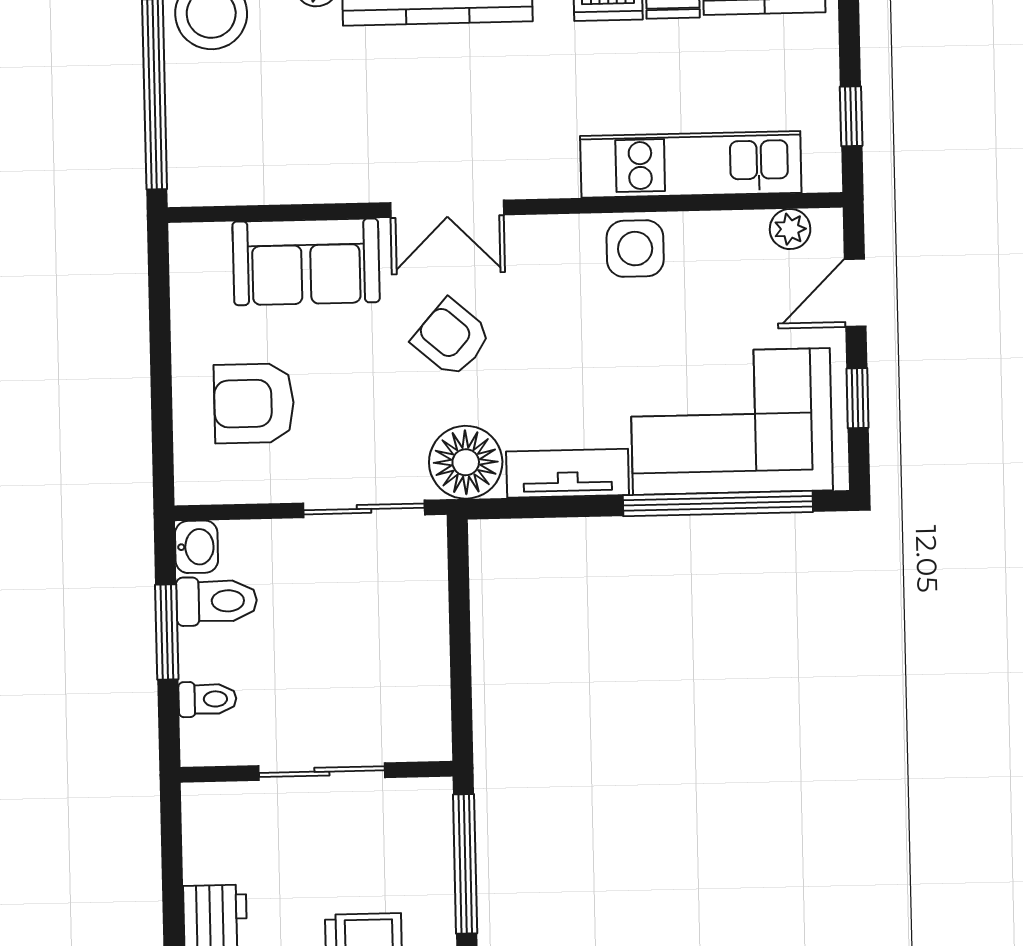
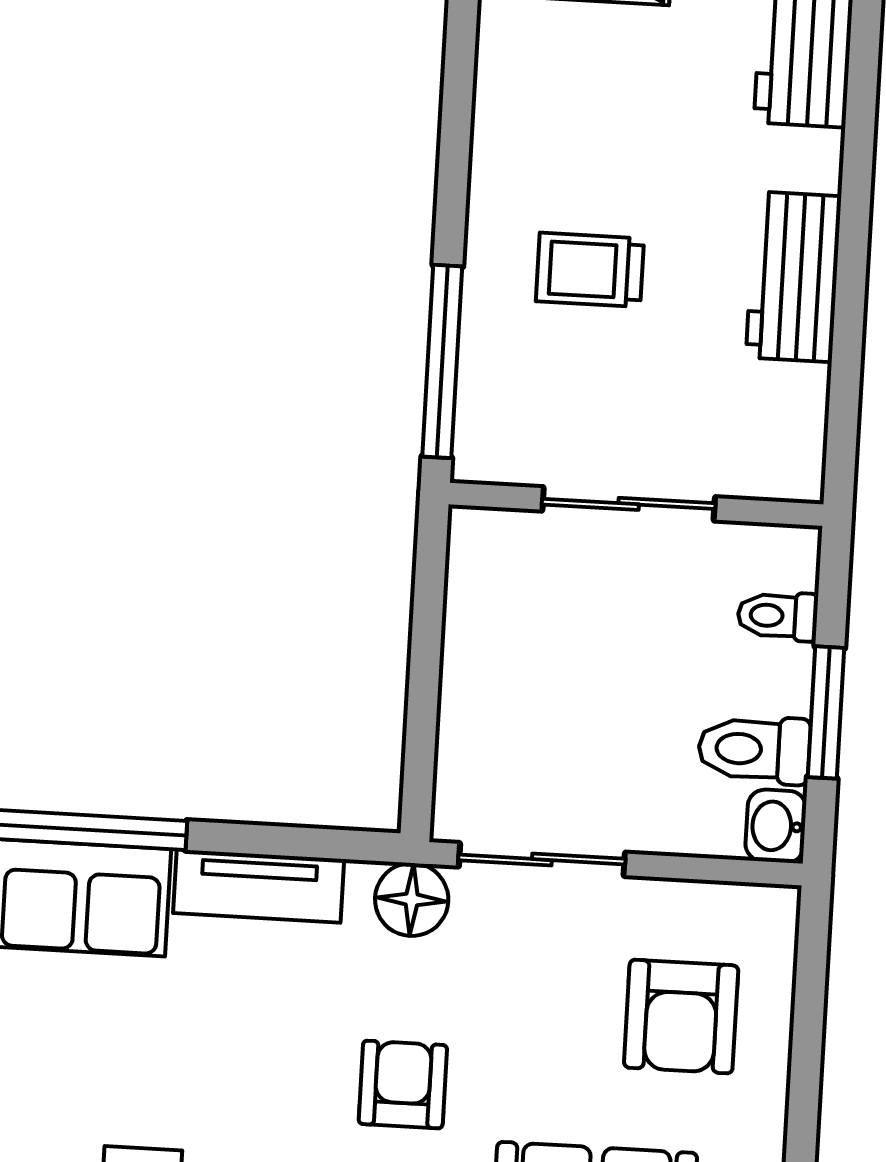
armchair: (452, 338) -> (403, 1084), turned -131
armchair: (254, 403) -> (681, 1017), turned 90
floor lamp: (466, 462) -> (412, 899), width x0.73, depth x0.73

